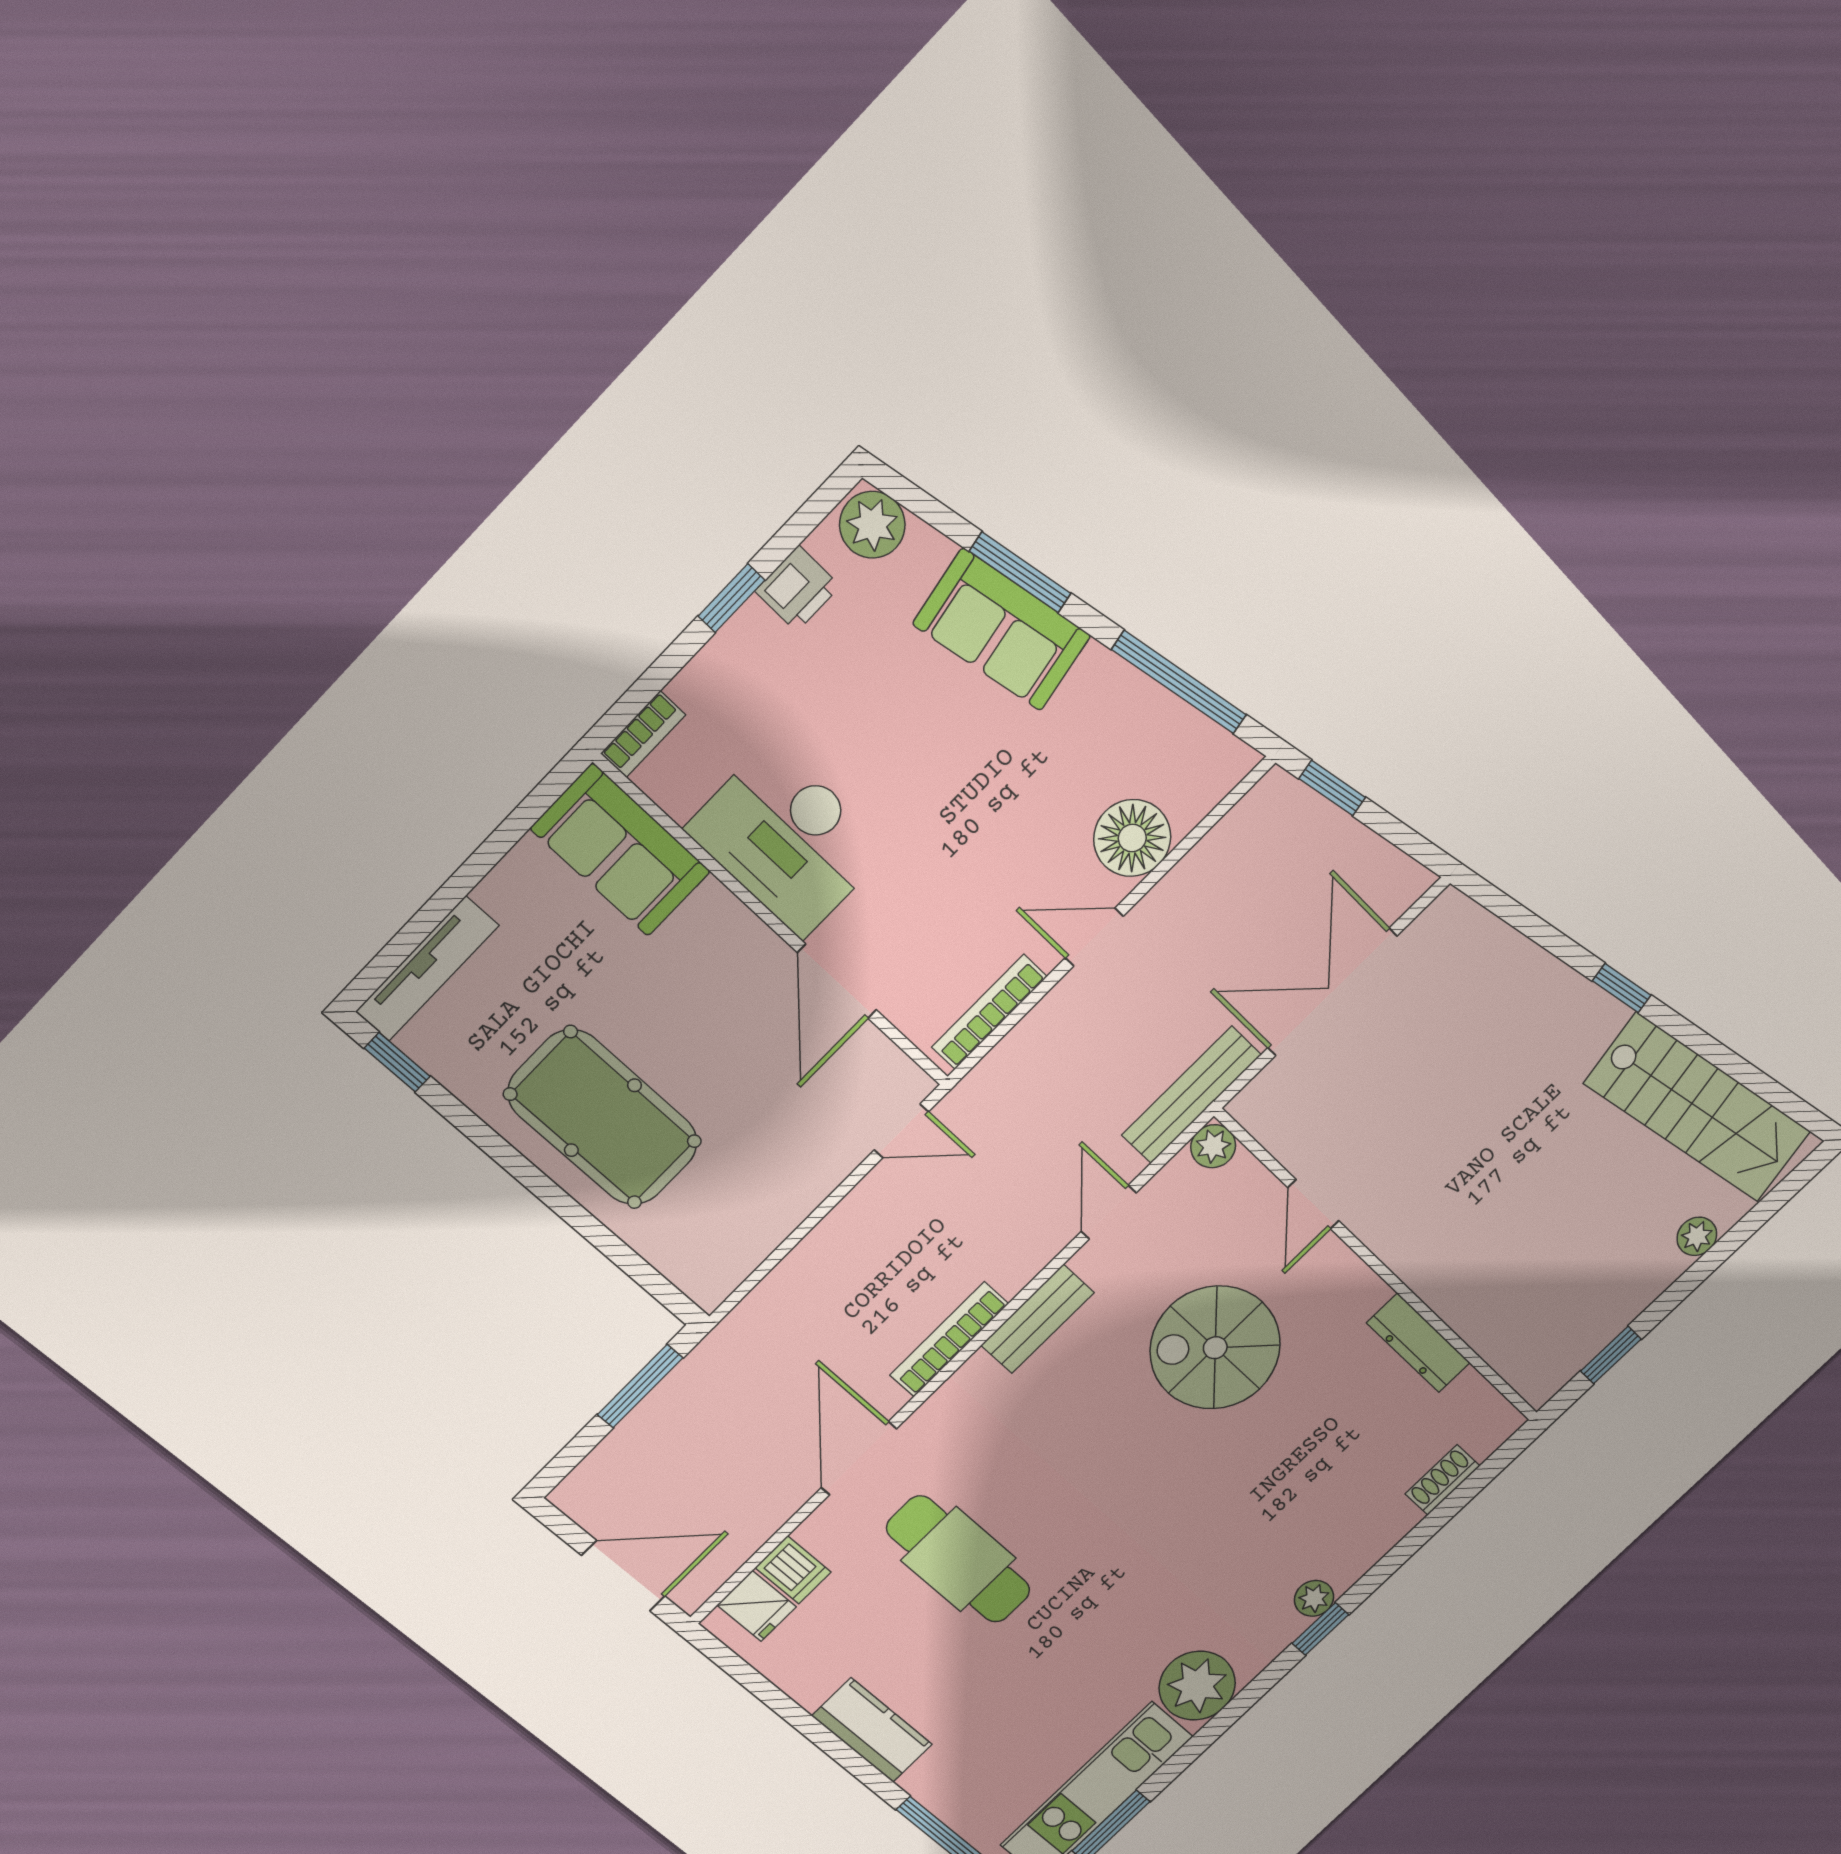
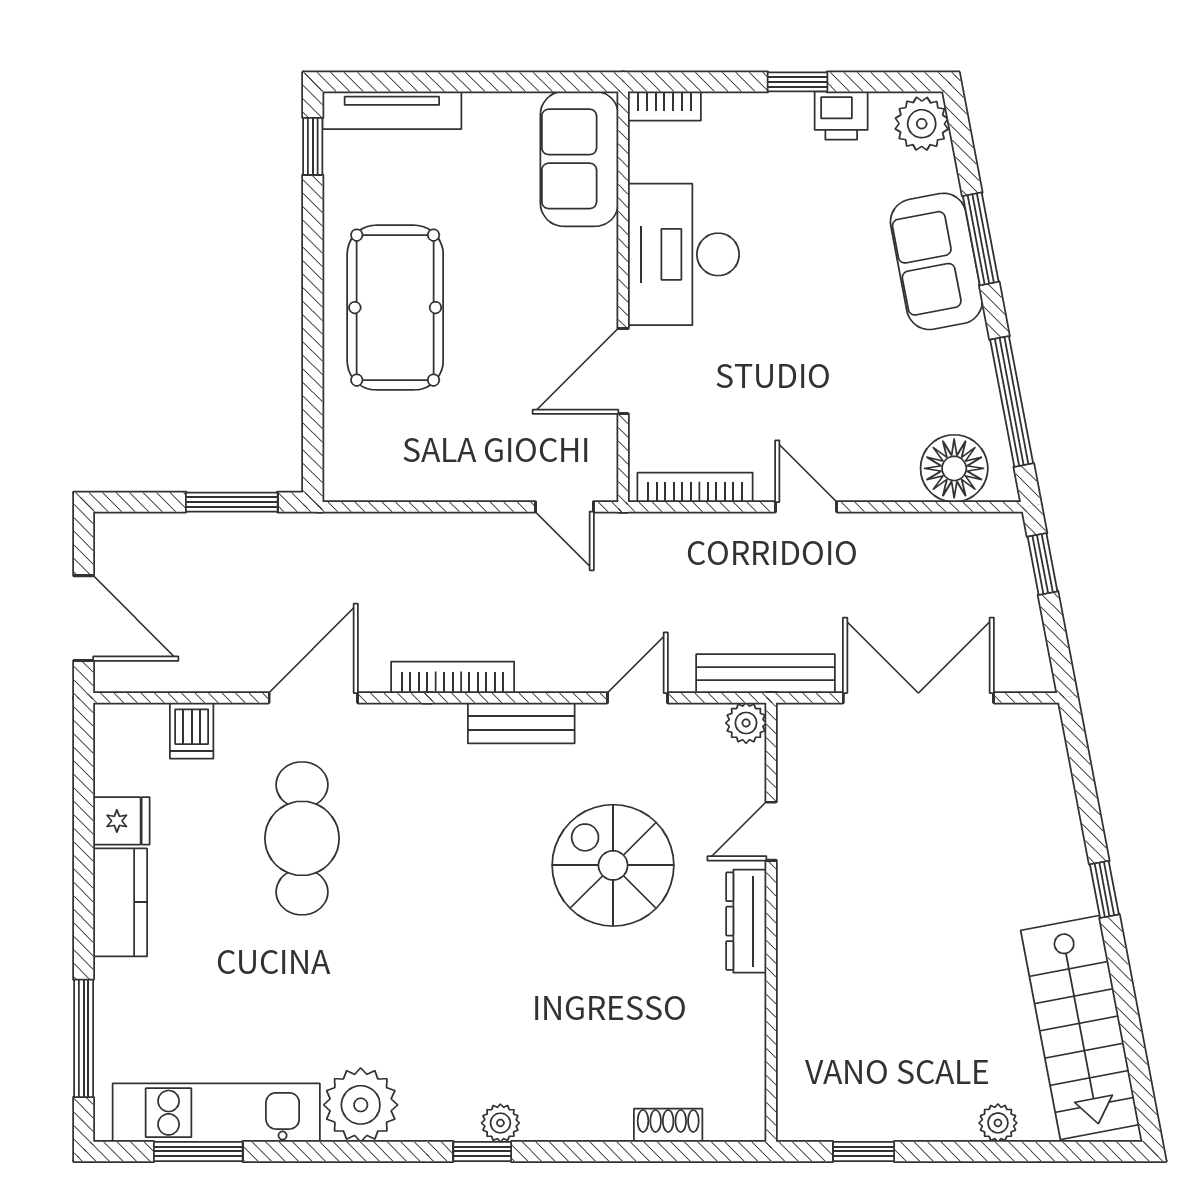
floor lamp: (1132, 838) -> (954, 468), moved
dresser: (1418, 1343) -> (746, 921), moved
fridge: (757, 1606) -> (121, 821), moved, turned -90

